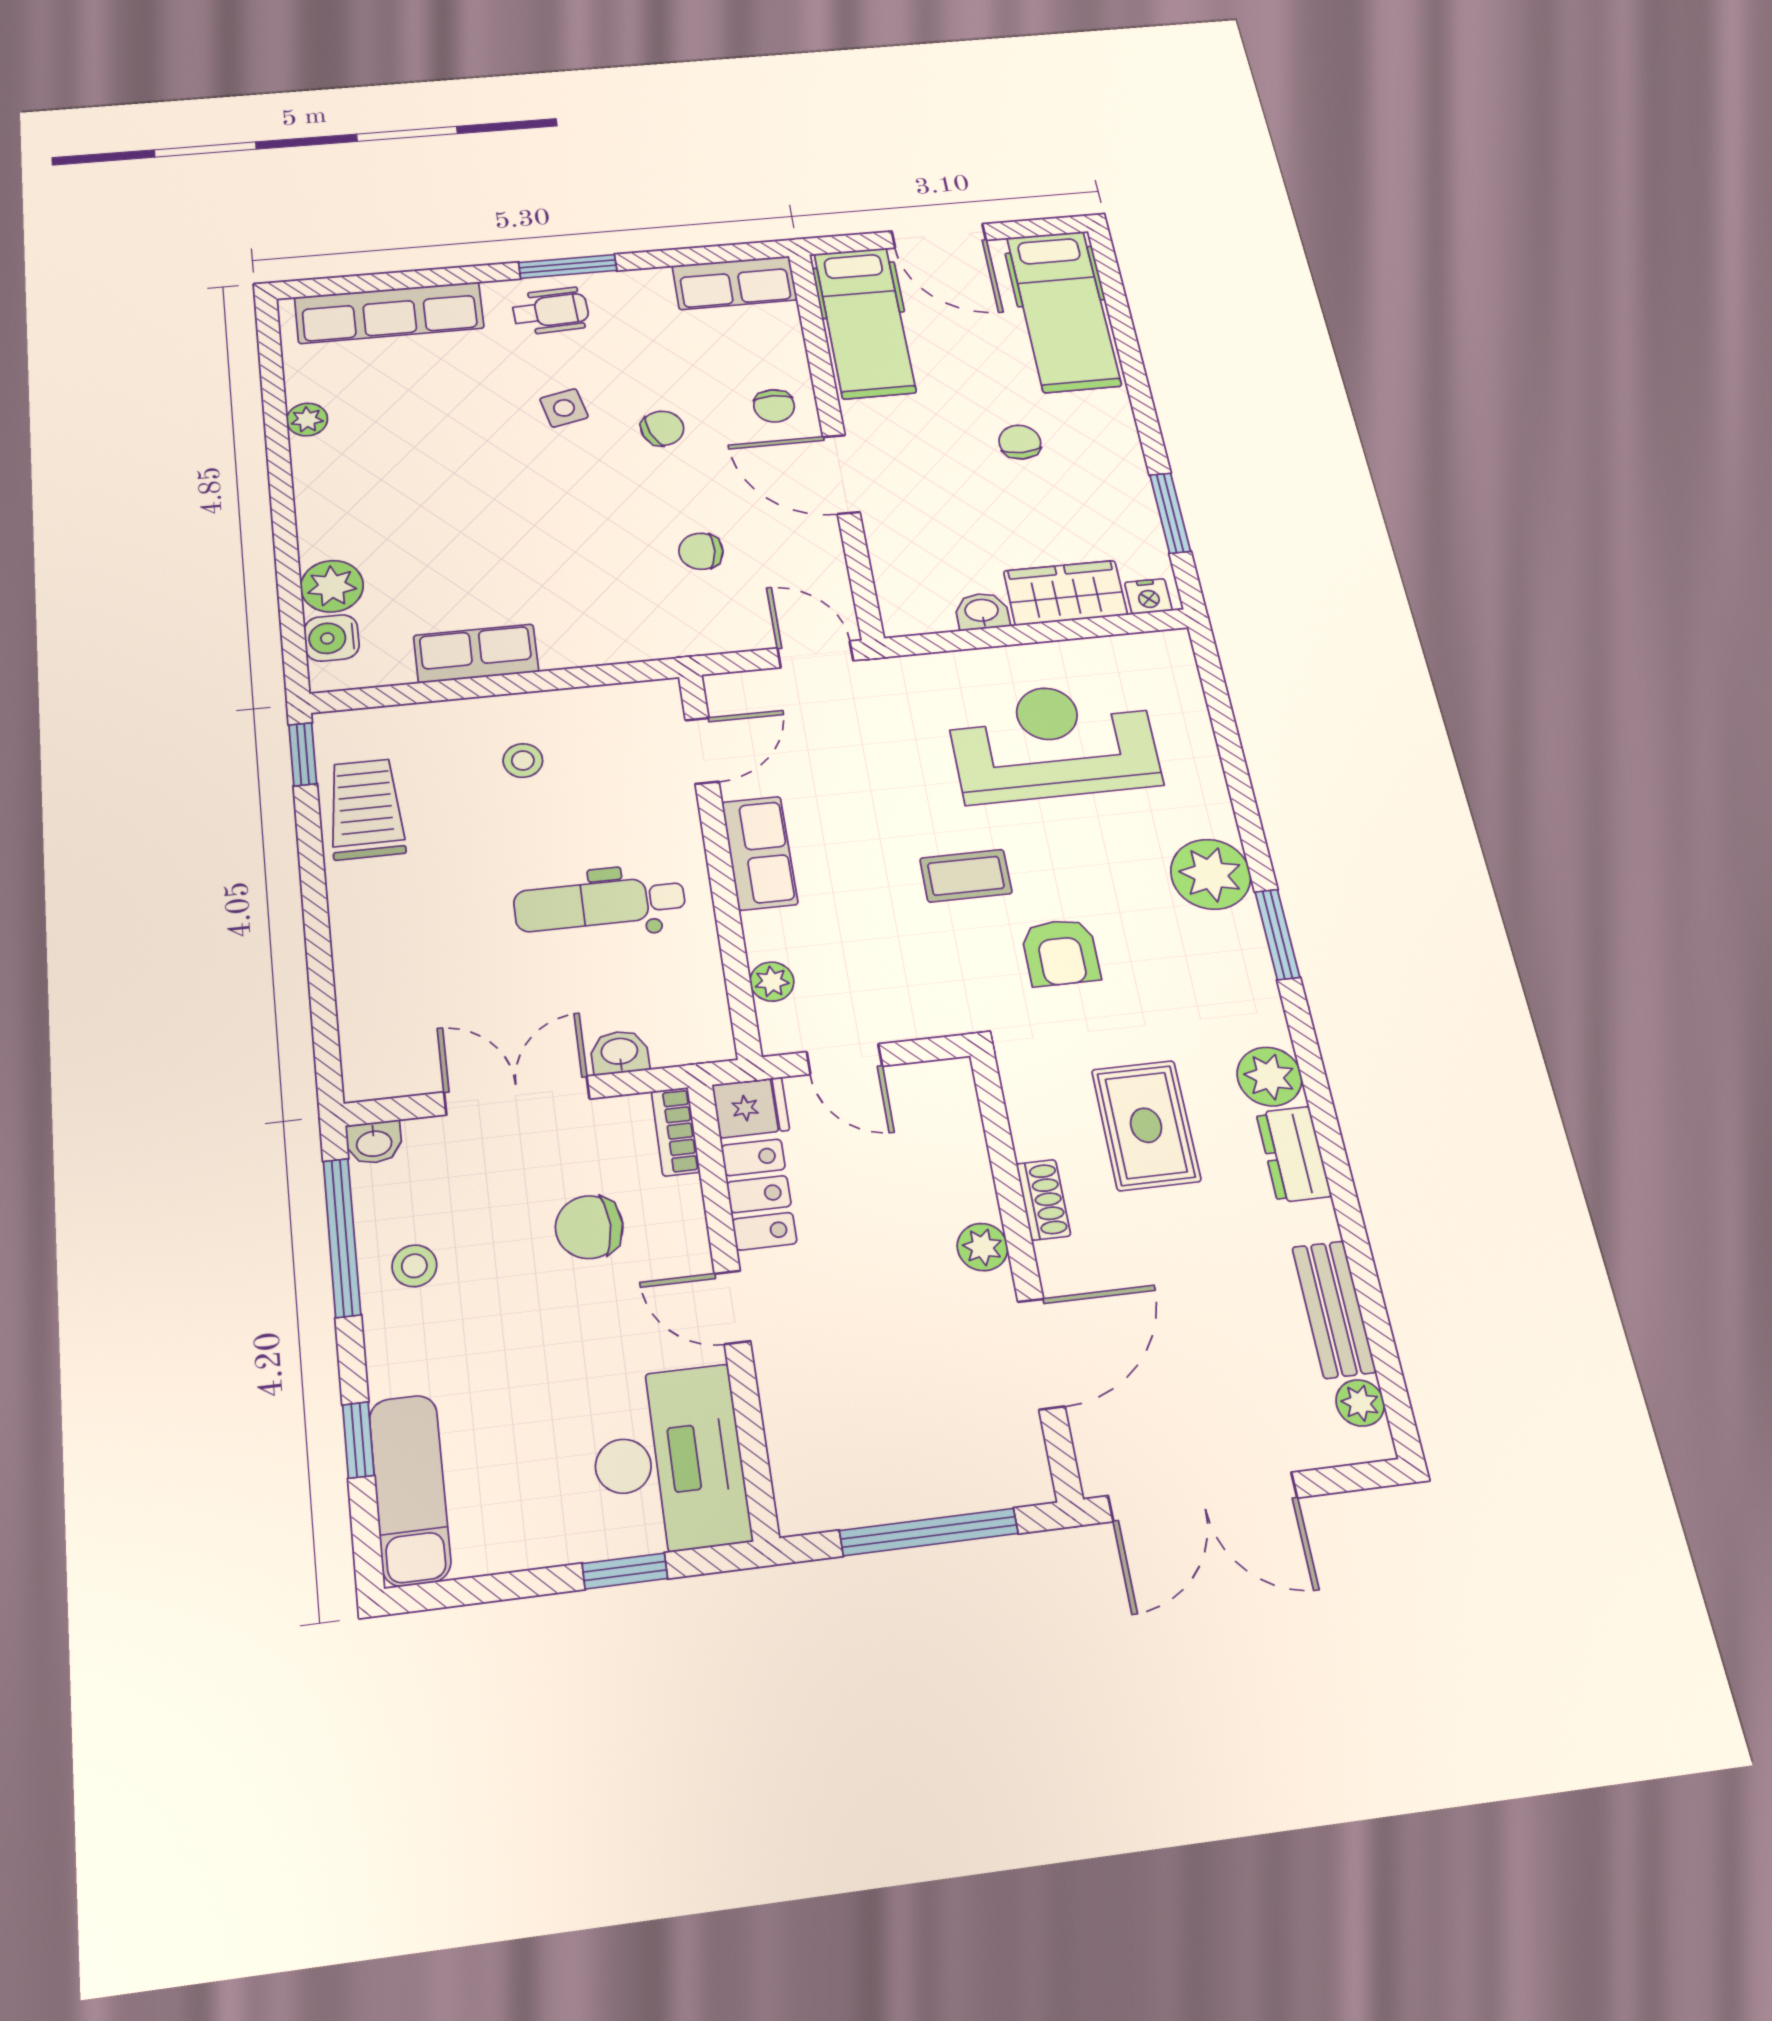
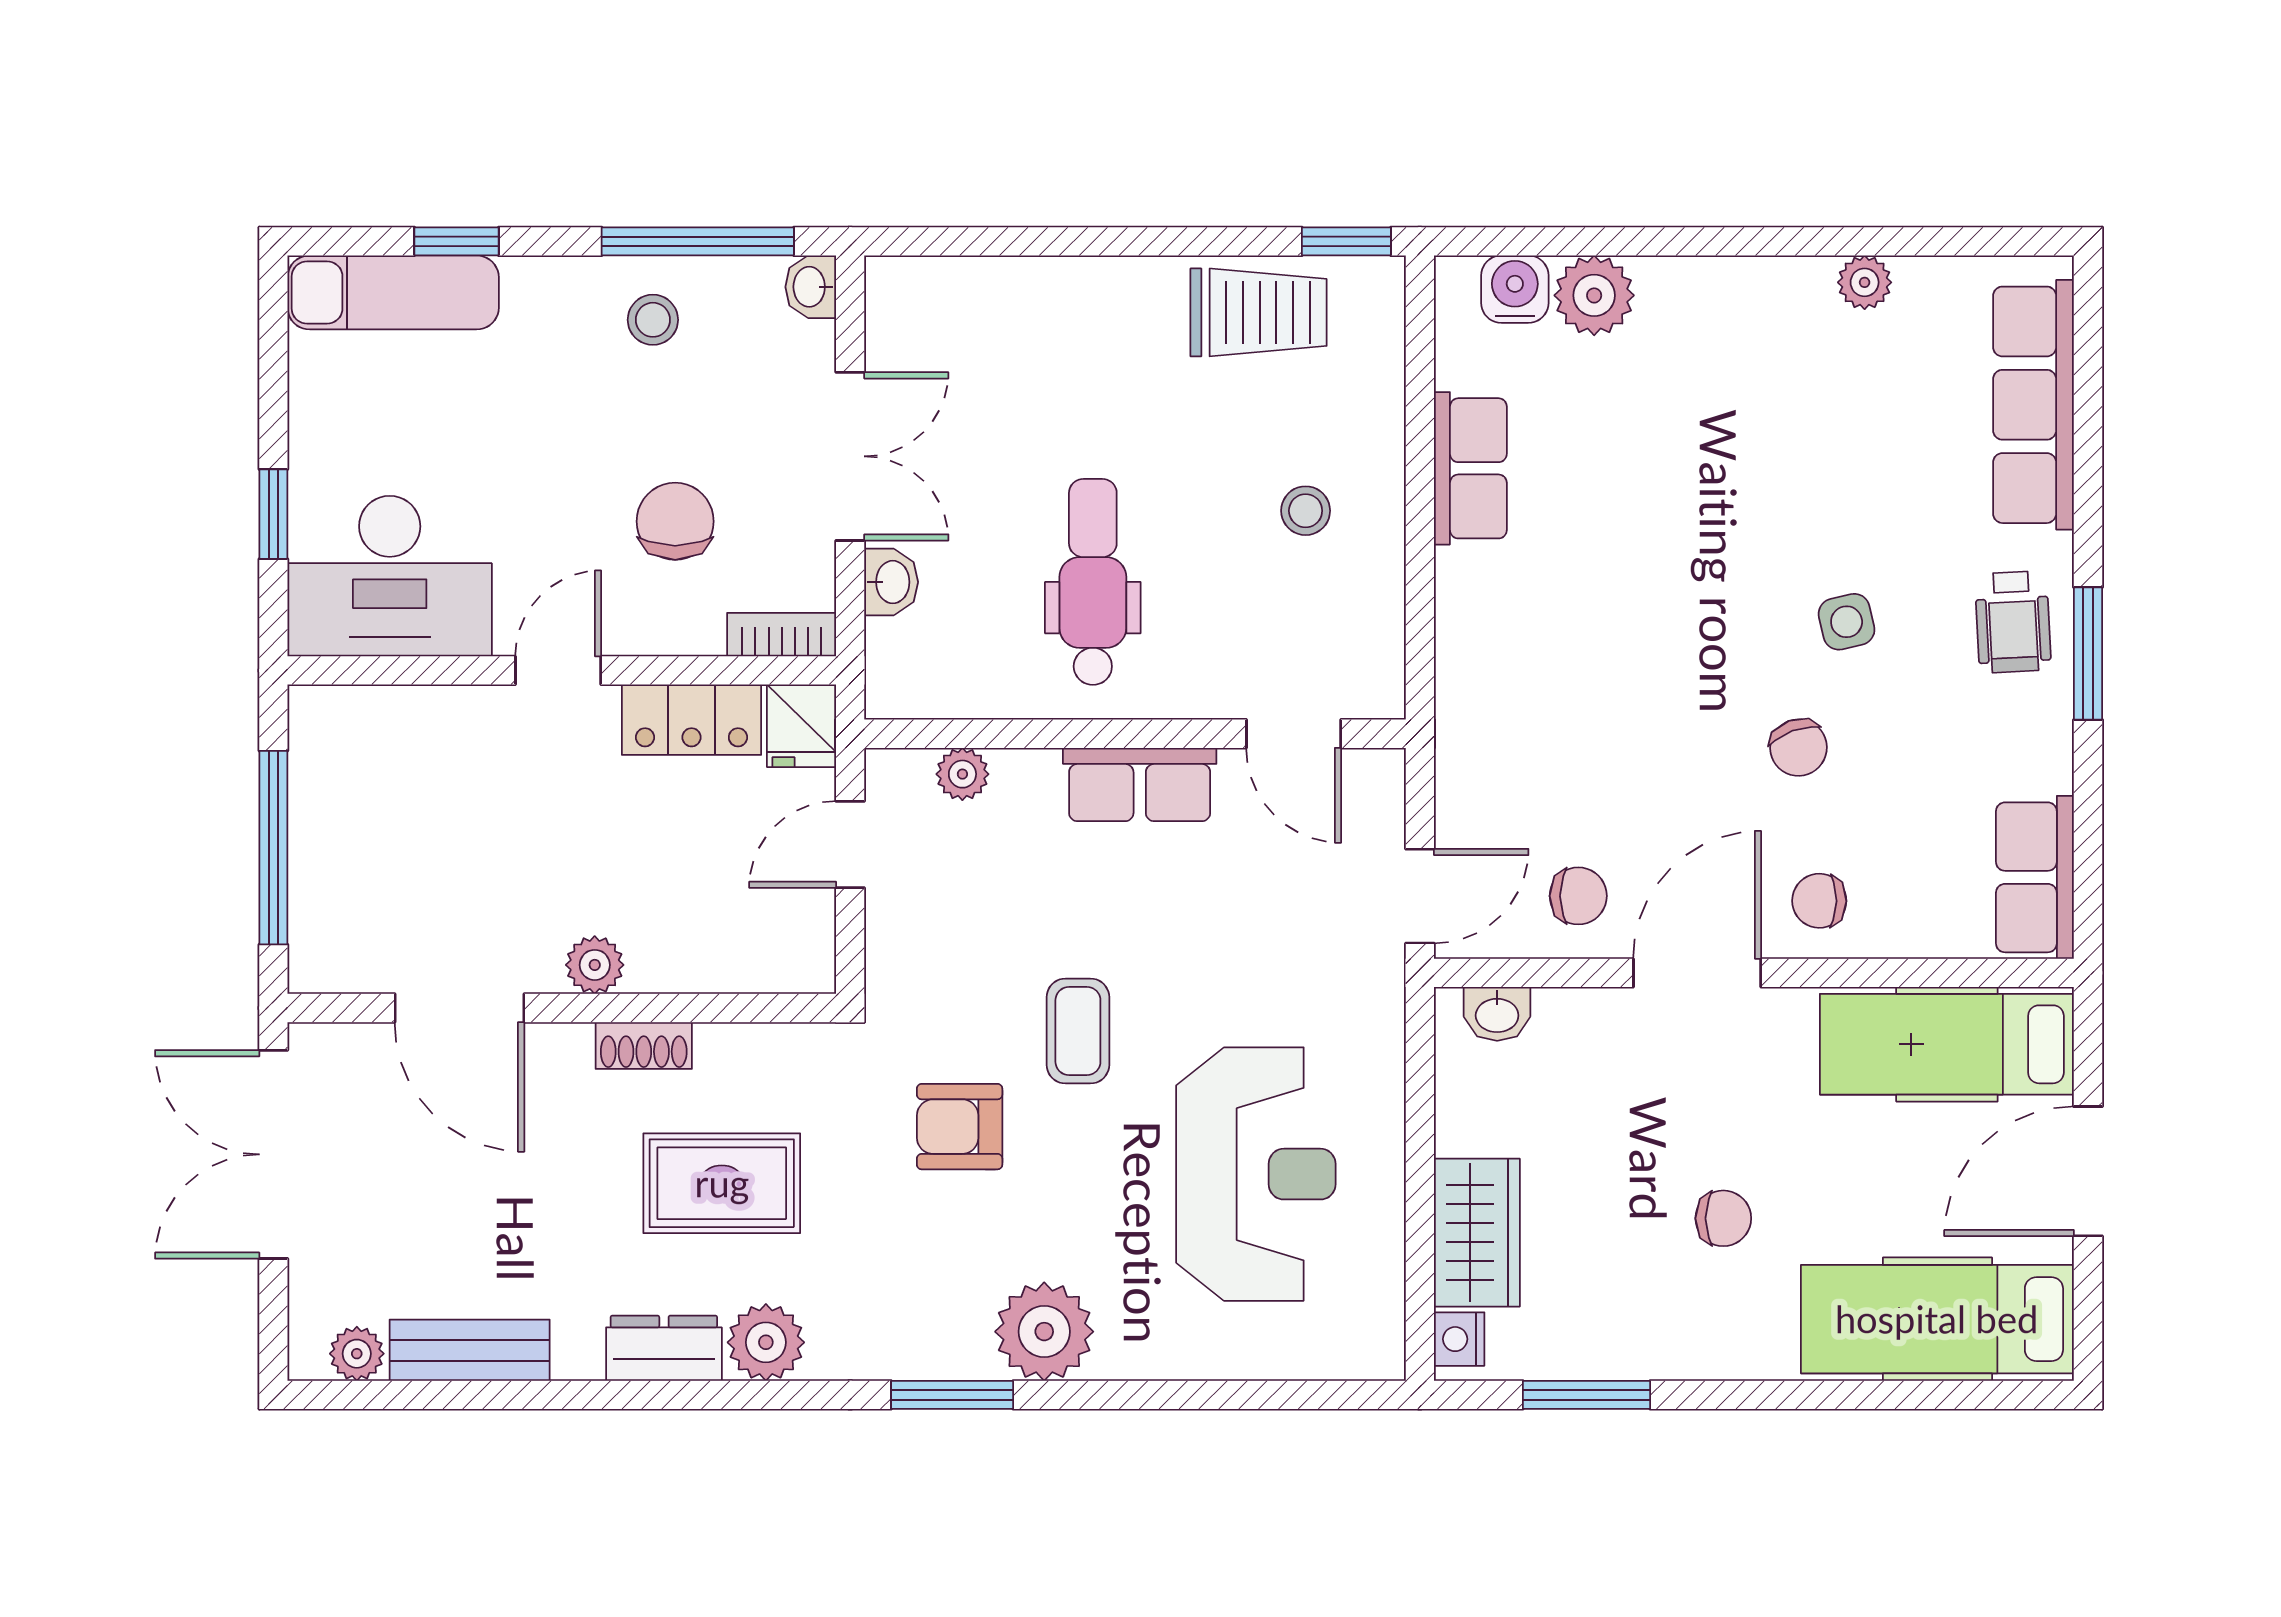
chair: (701, 551) -> (1578, 896), moved, turned 85
washbasin: (982, 611) -> (1497, 1014), moved, turned 90

